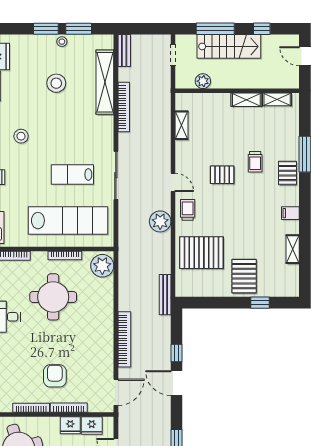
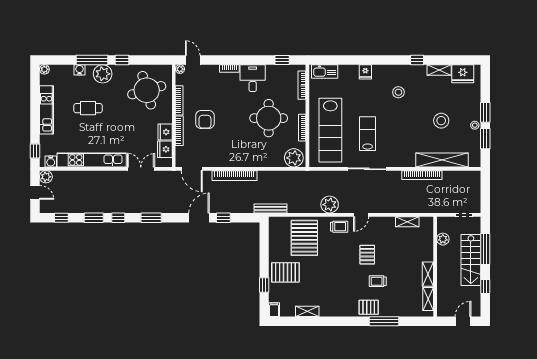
bench: (124, 51) -> (468, 175), removed
filing cabinet: (290, 213) -> (274, 310), moved
armchair: (55, 376) -> (205, 119), turned 90

